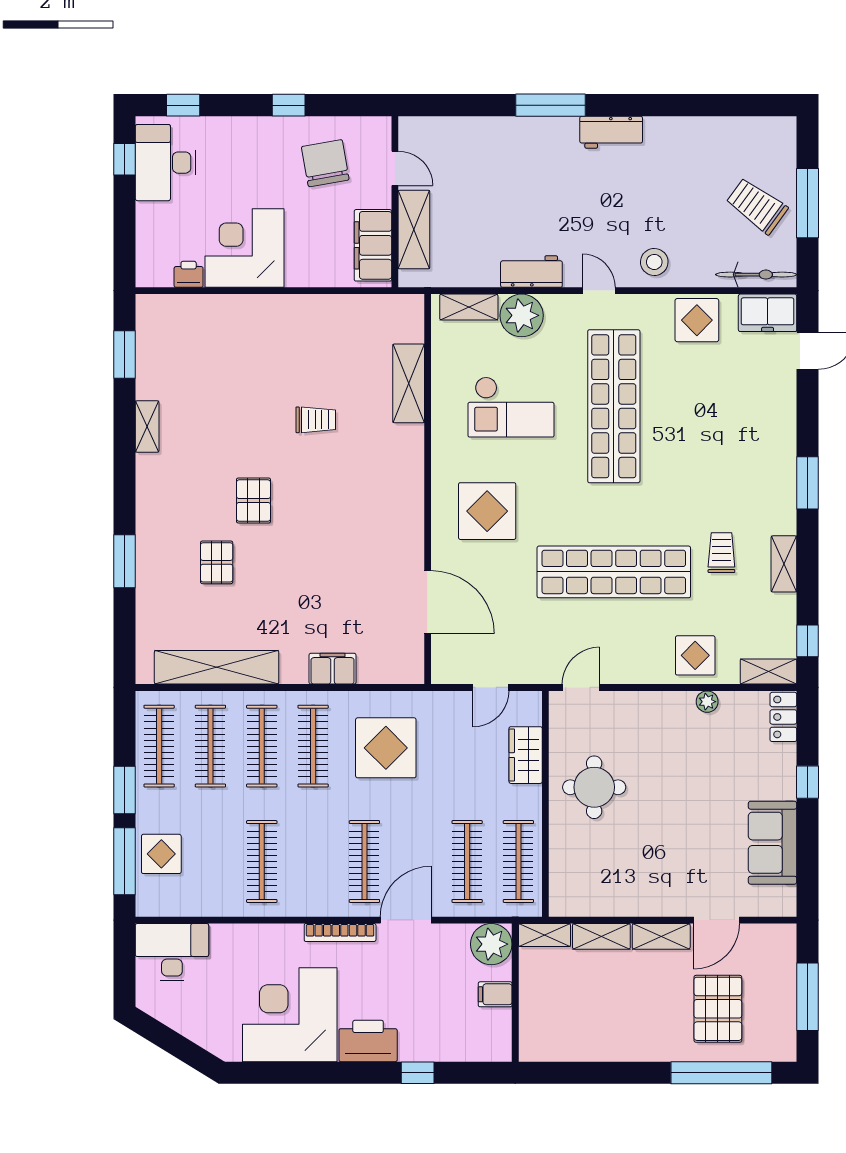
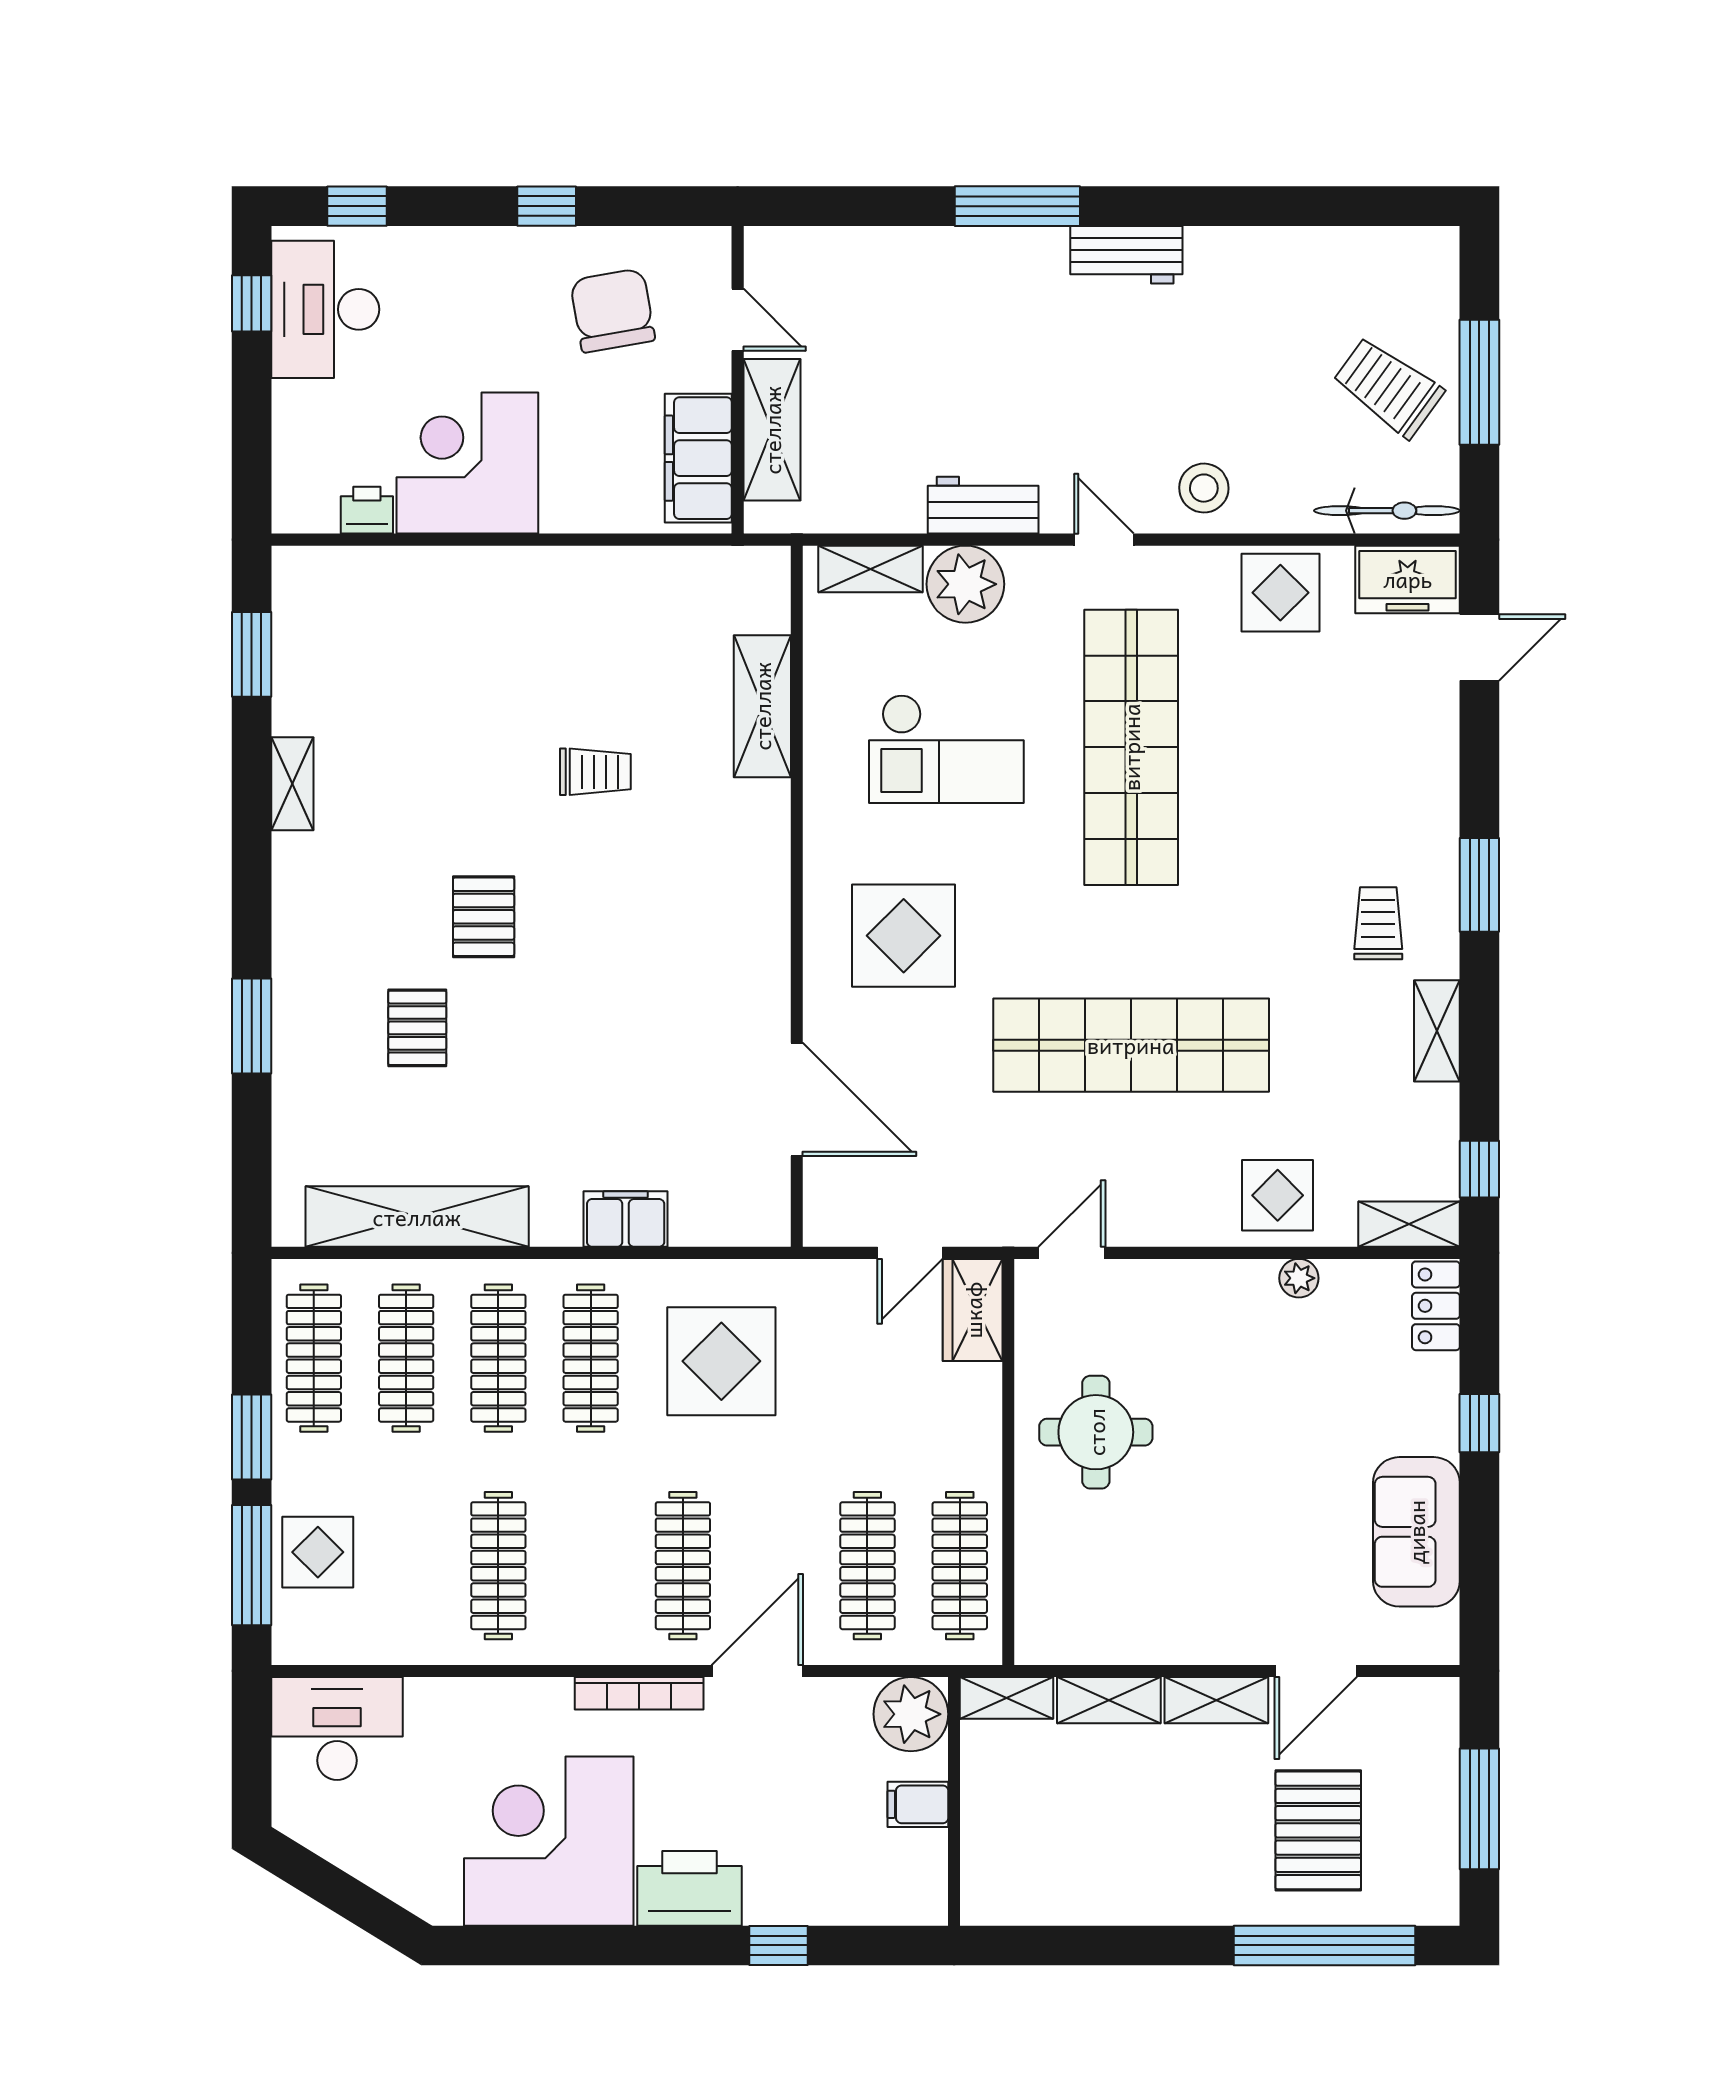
trolley: (721, 553) -> (1378, 923), moved
wardrobe: (526, 755) -> (973, 1310), moved

